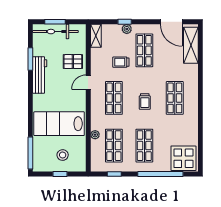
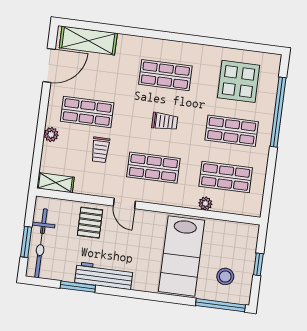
window: (125, 22) -> (40, 136), removed
stool: (63, 155) -> (225, 276), moved
display table: (183, 158) -> (239, 81), moved
window: (114, 174) -> (269, 182), removed

